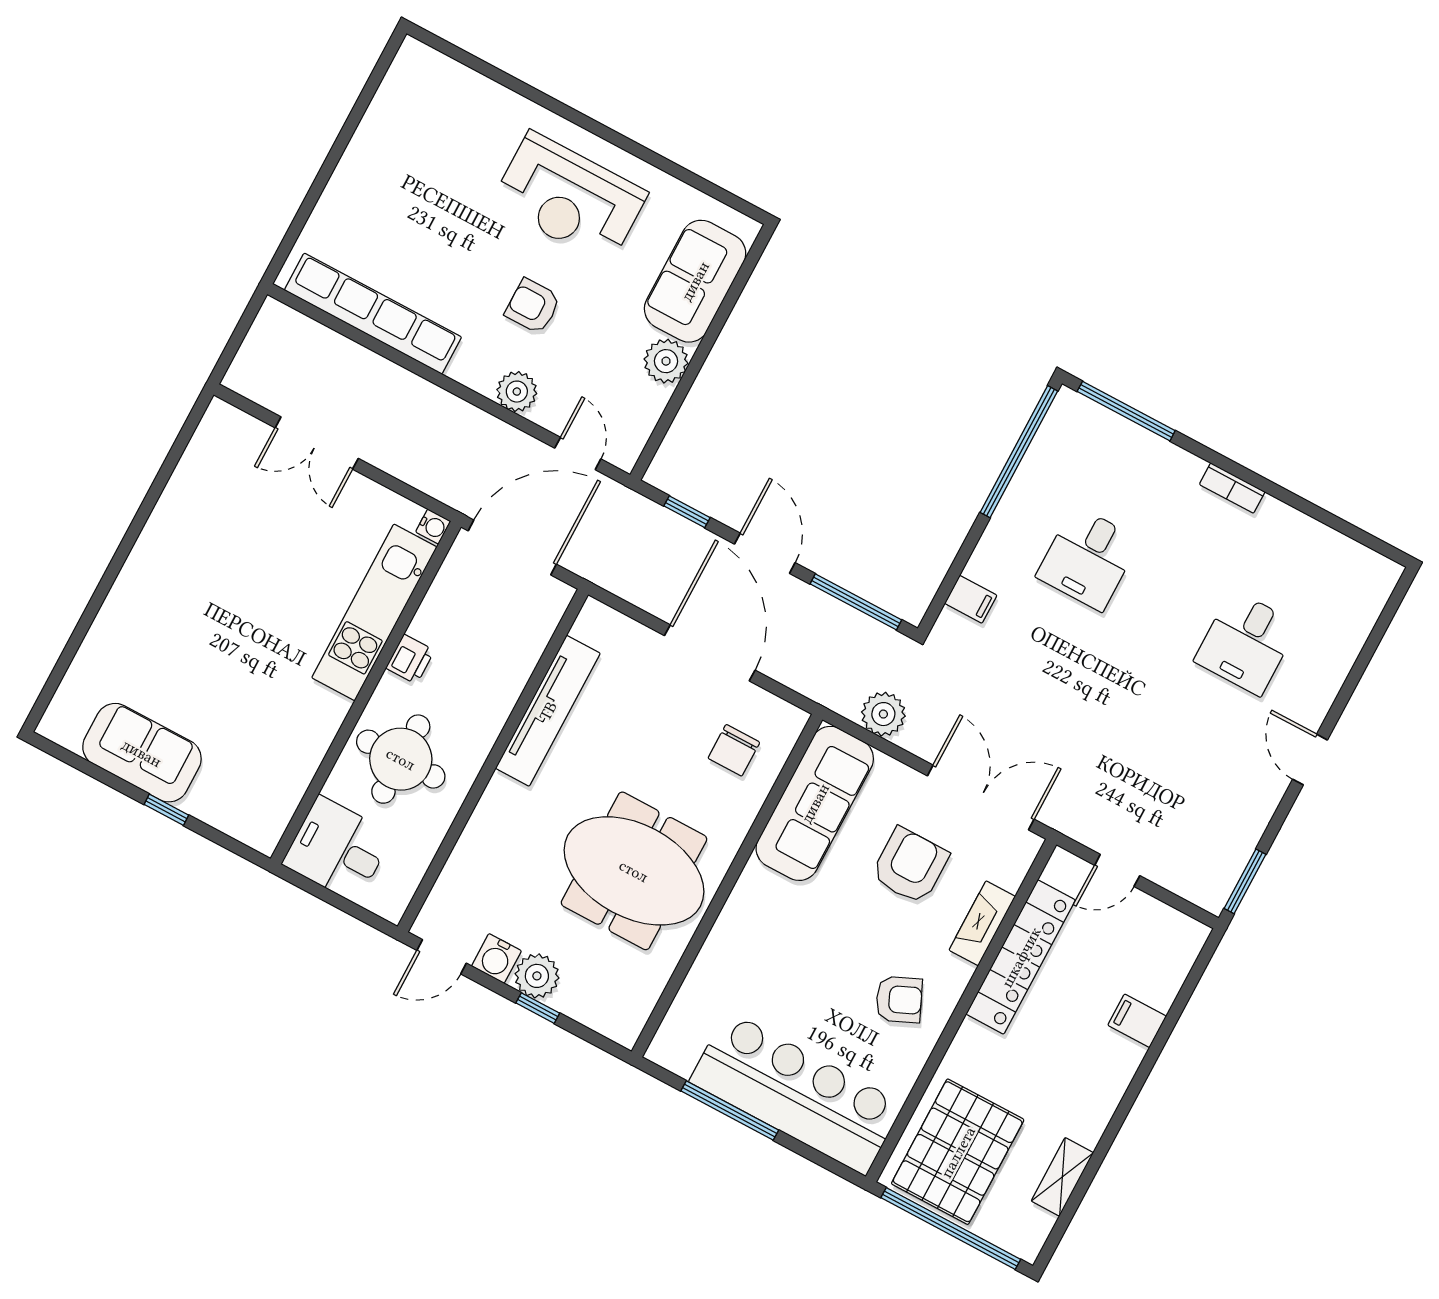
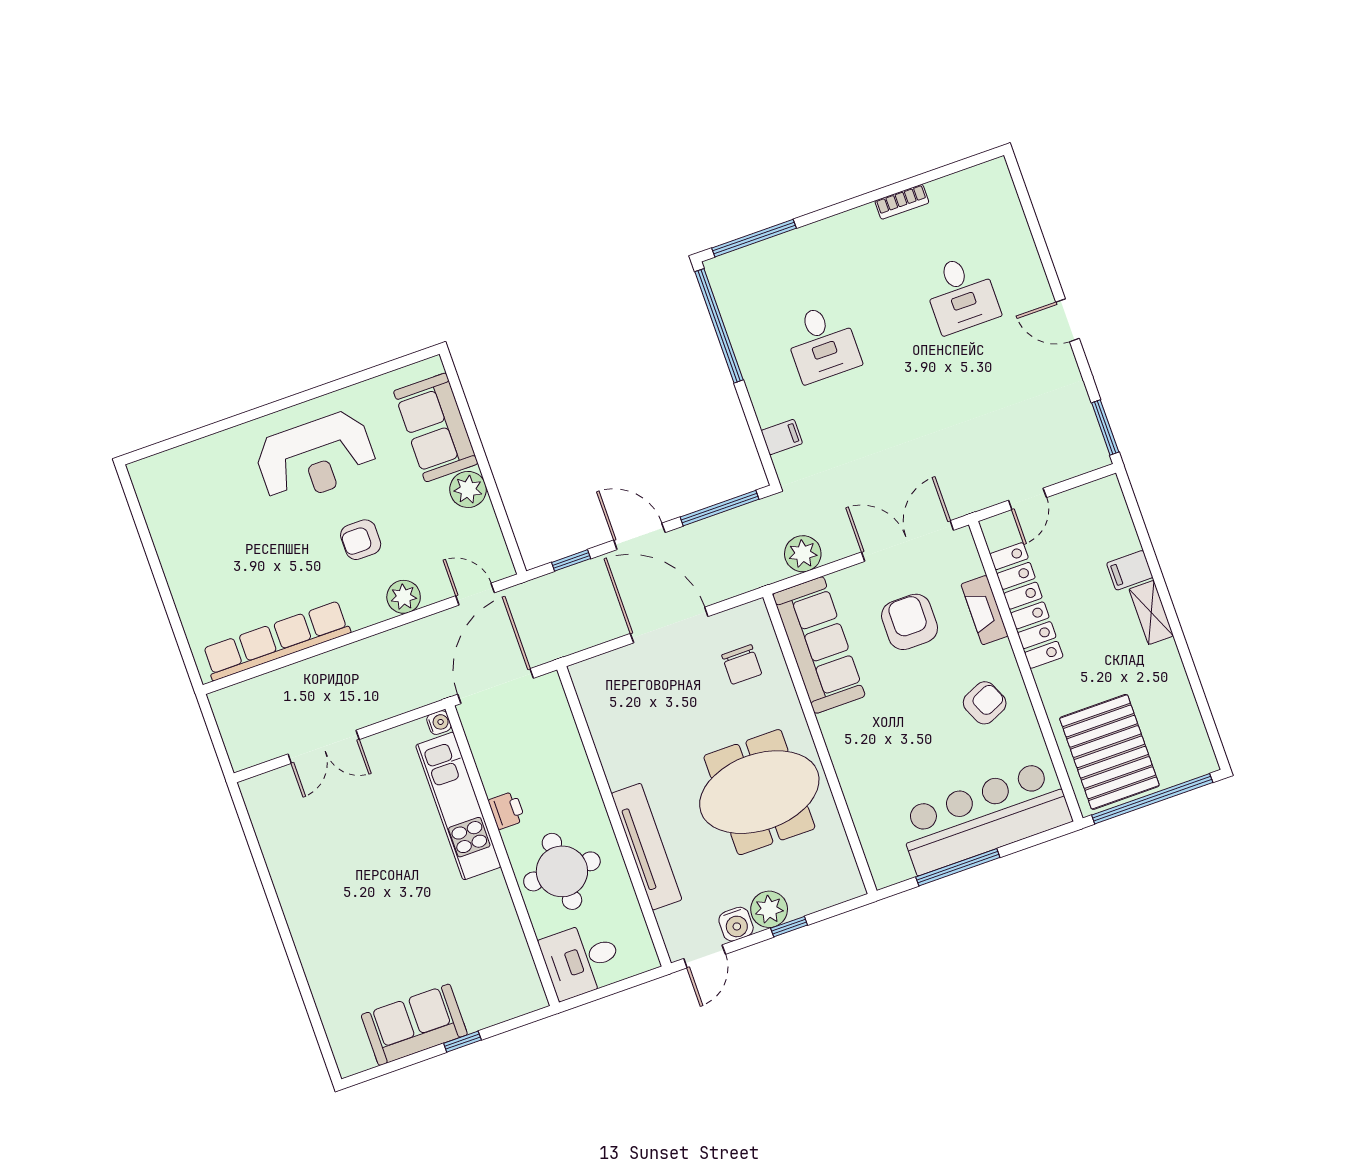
bookcase: (1232, 488) -> (902, 202), moved
tv unit: (548, 711) -> (647, 847), moved
shelving: (1062, 1177) -> (1151, 612), moved

